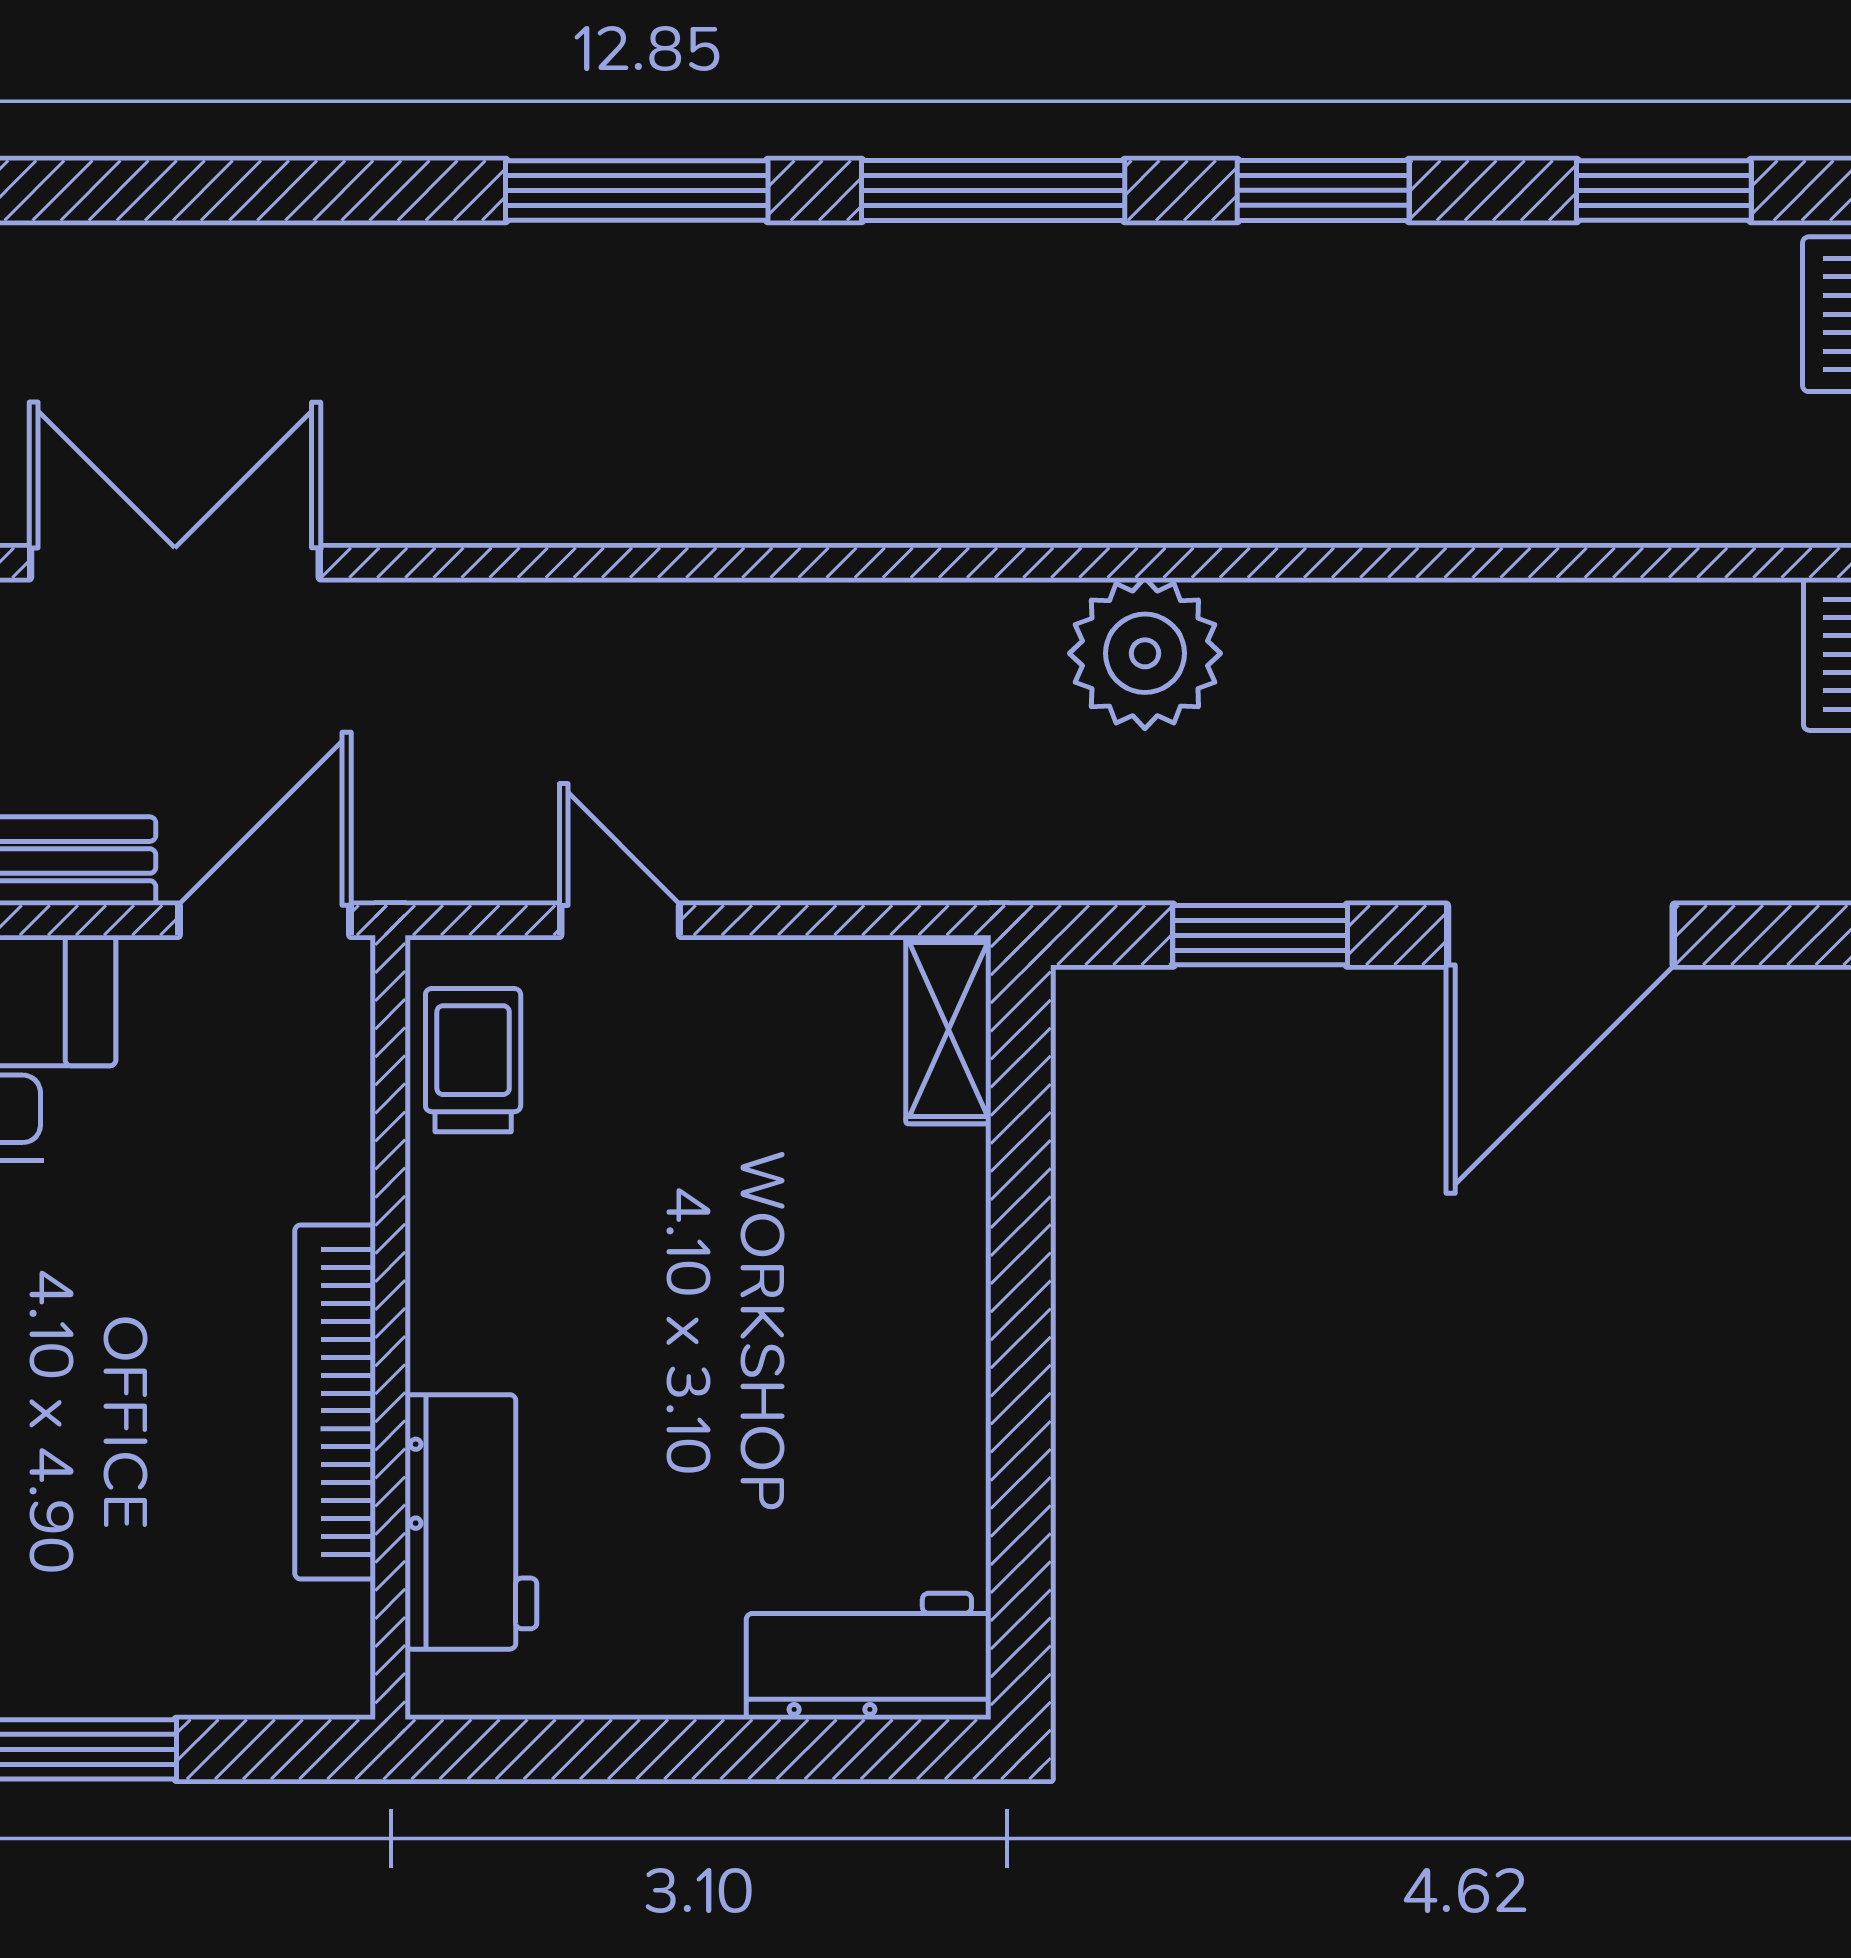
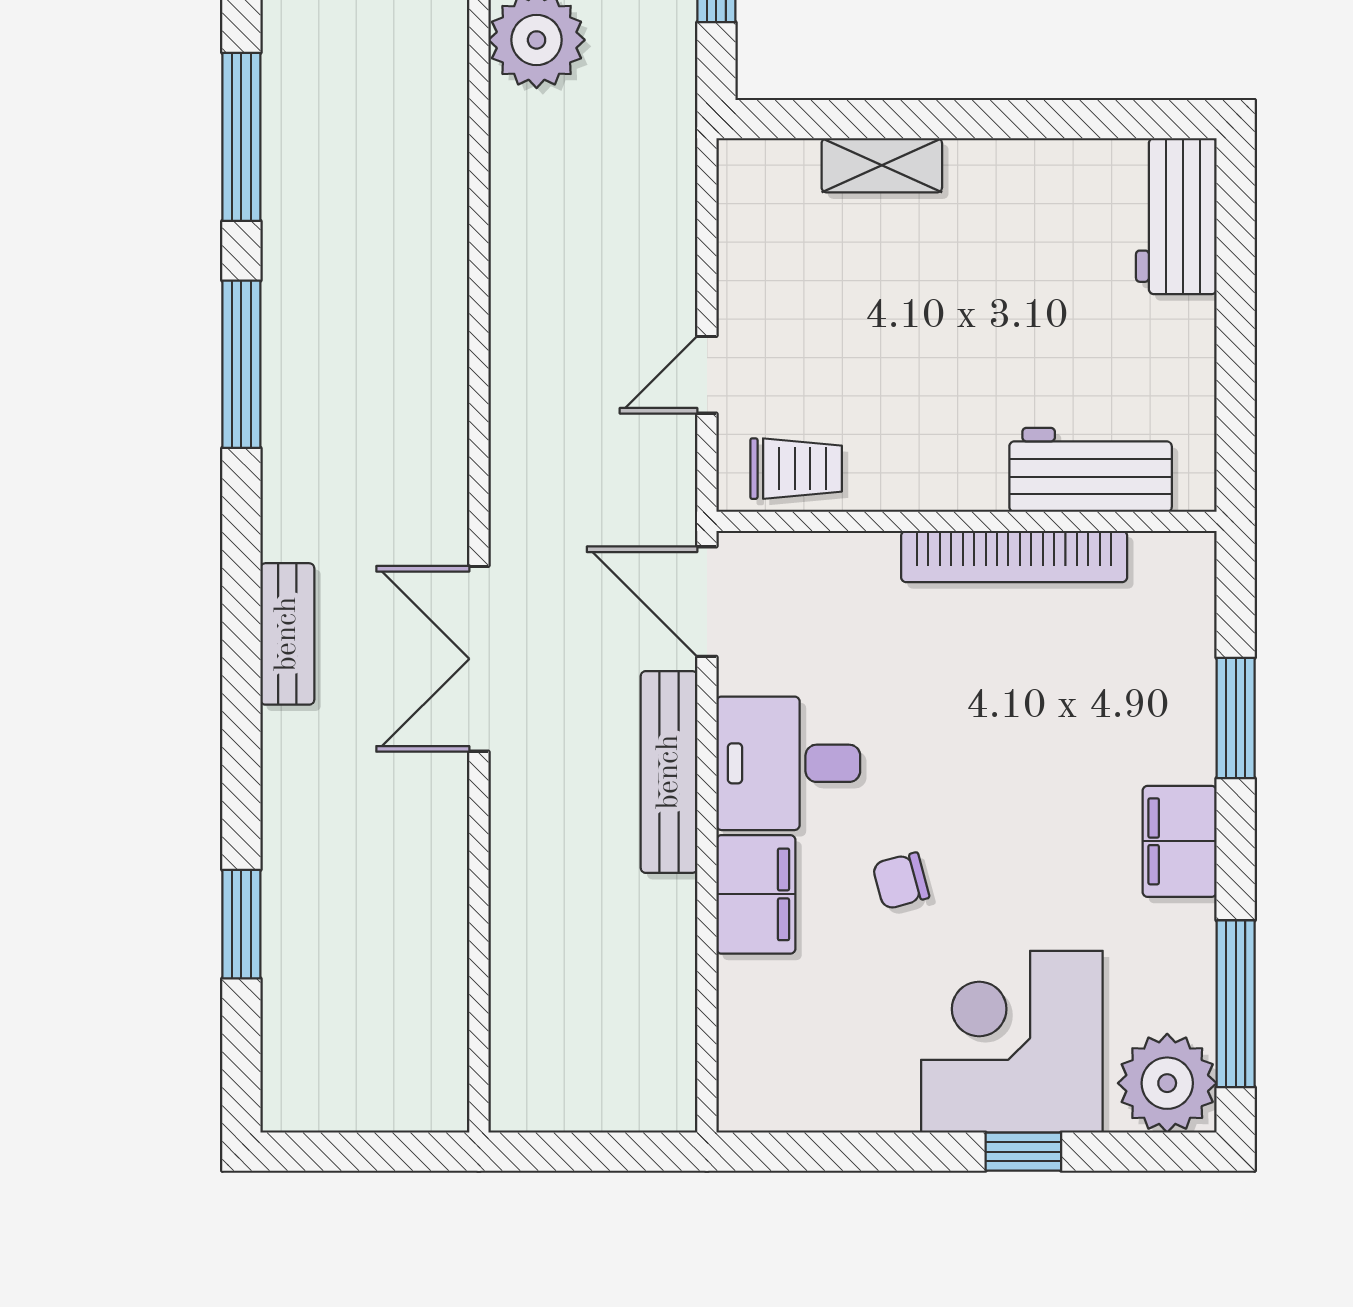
bench: (214, 263) -> (287, 634), added
shelving: (948, 1030) -> (882, 165), moved
trolley: (473, 1060) -> (796, 469), turned 180

